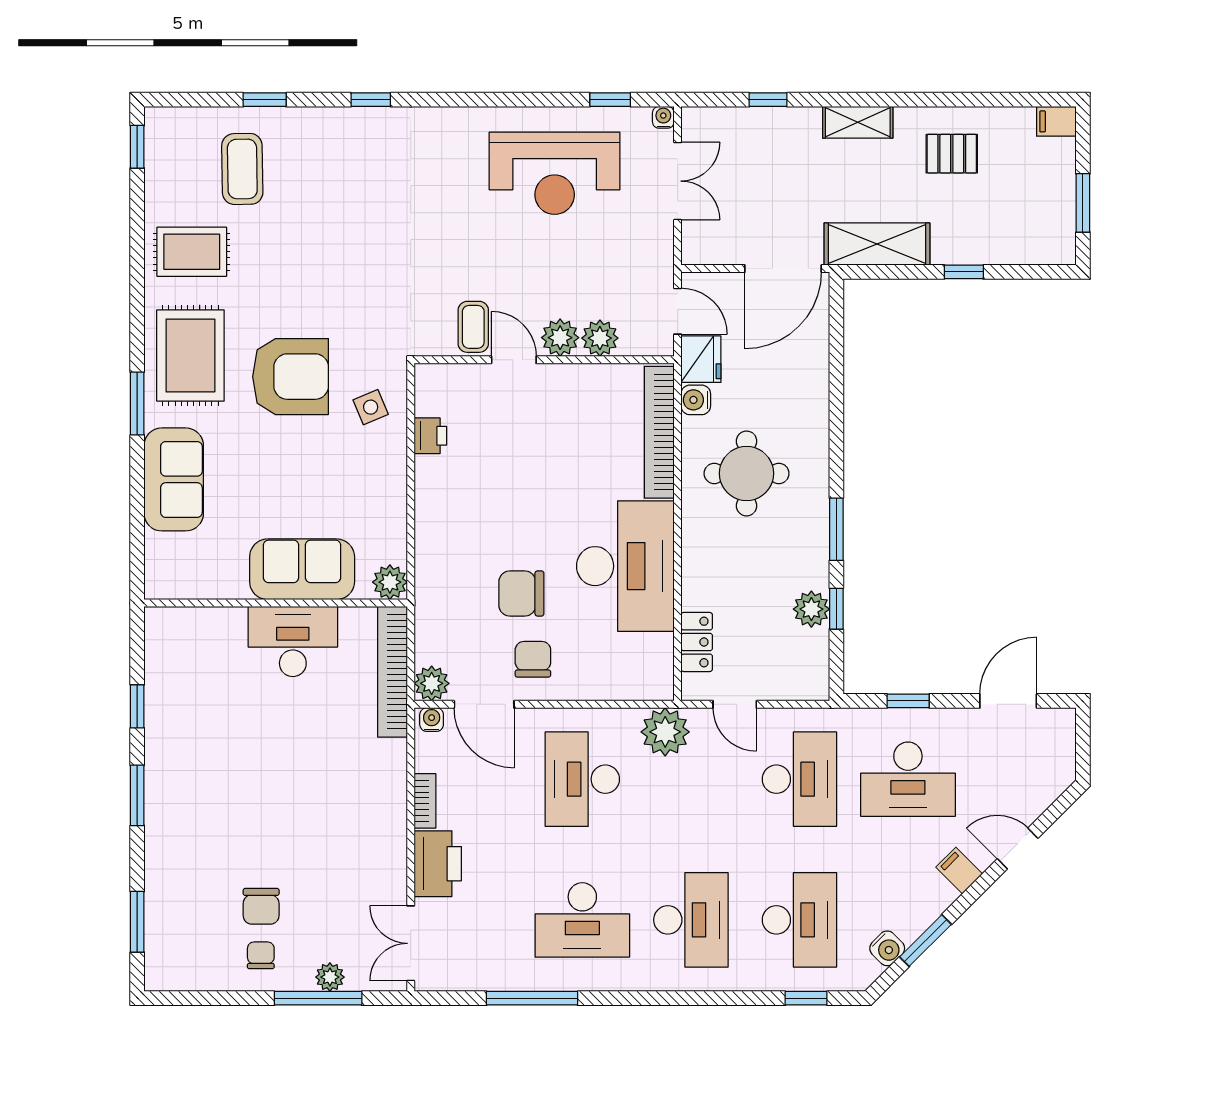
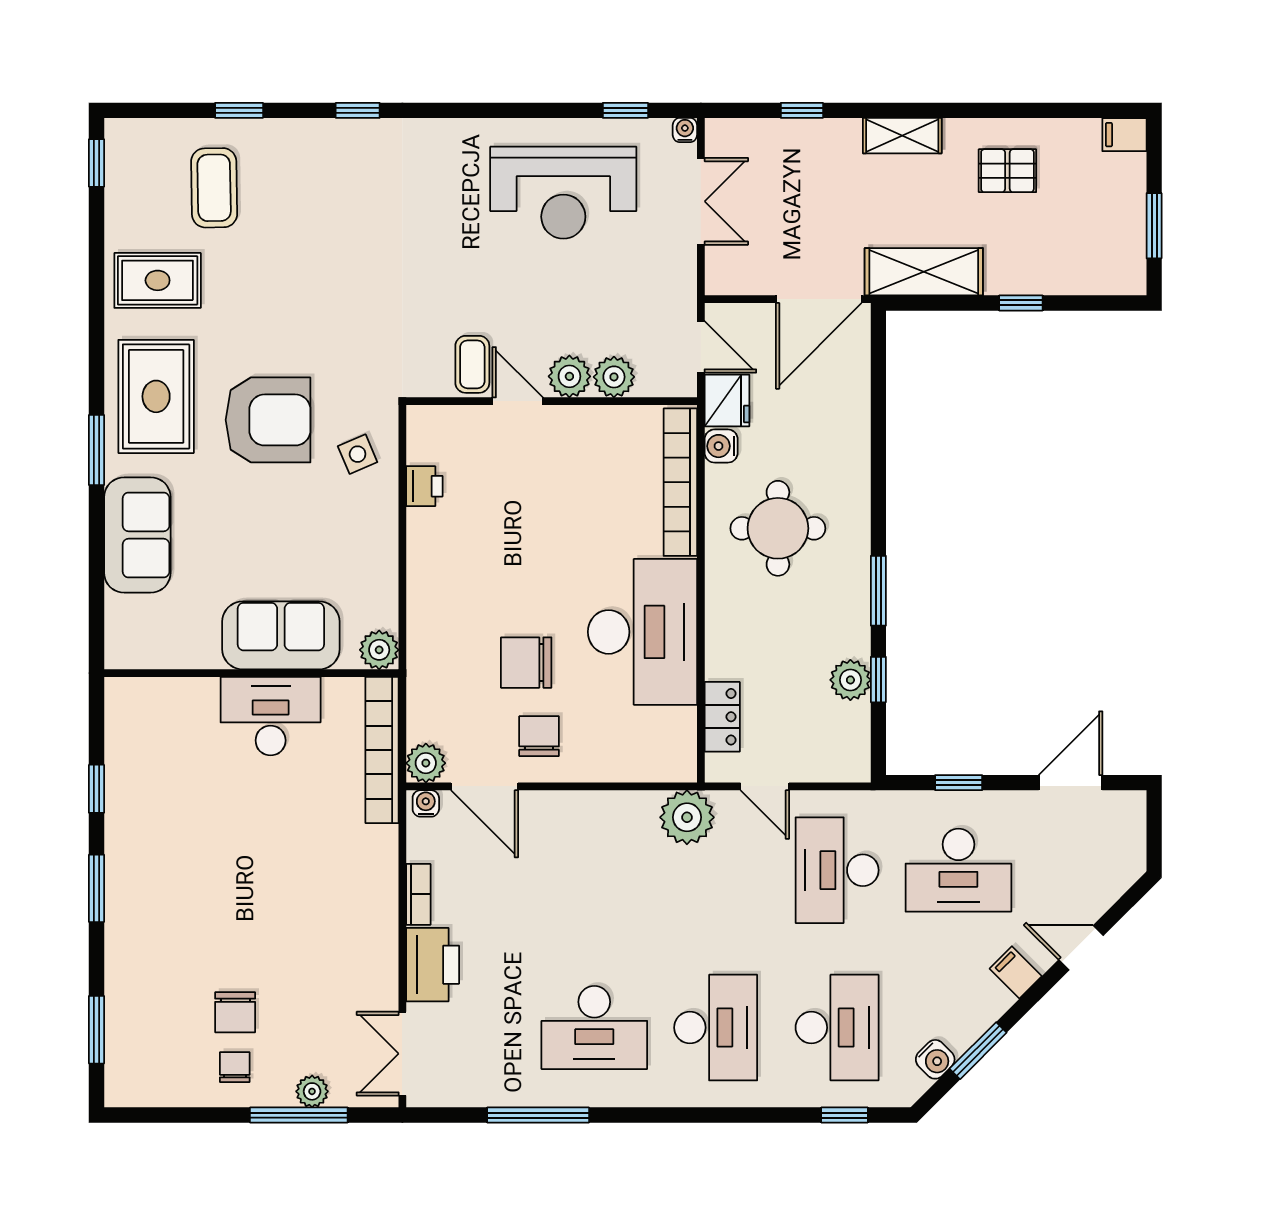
desk: (582, 779) -> (594, 870), removed
desk: (799, 779) -> (837, 870), turned 180

